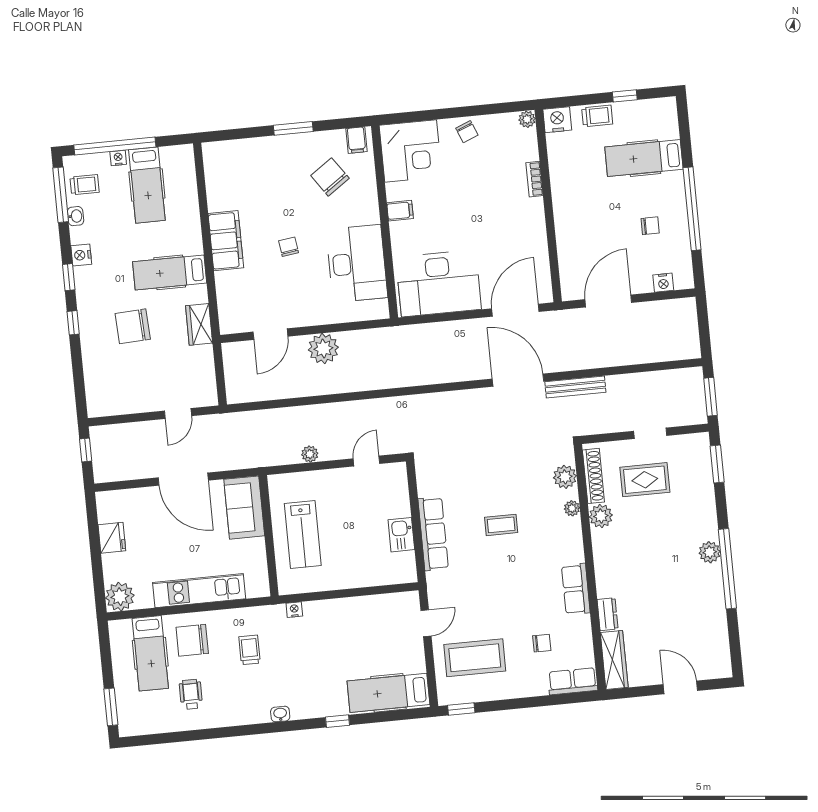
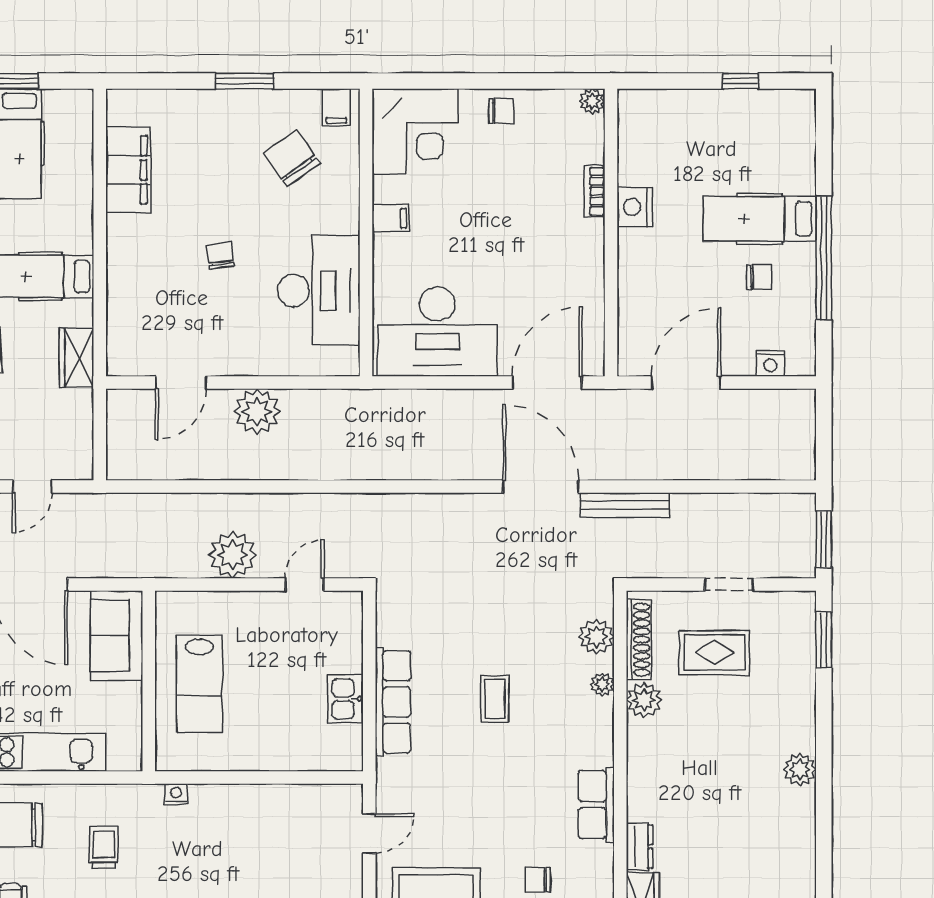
trolley: (597, 116) -> (697, 107), removed
nightstand: (557, 120) -> (635, 207), moved, turned -90
chair: (467, 132) -> (501, 111), turned -68
hospital bed: (644, 158) -> (760, 219), moved
filing cabinet: (226, 241) -> (128, 170), moved
plant: (310, 454) -> (233, 555), width x1.88, depth x1.88
coffee table: (501, 525) -> (495, 699), turned 90
window: (727, 569) -> (824, 797), removed
chair: (542, 643) -> (538, 880), turned 180

